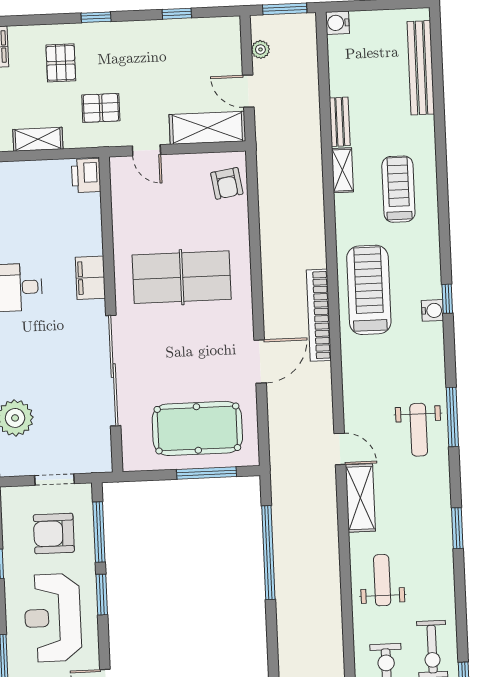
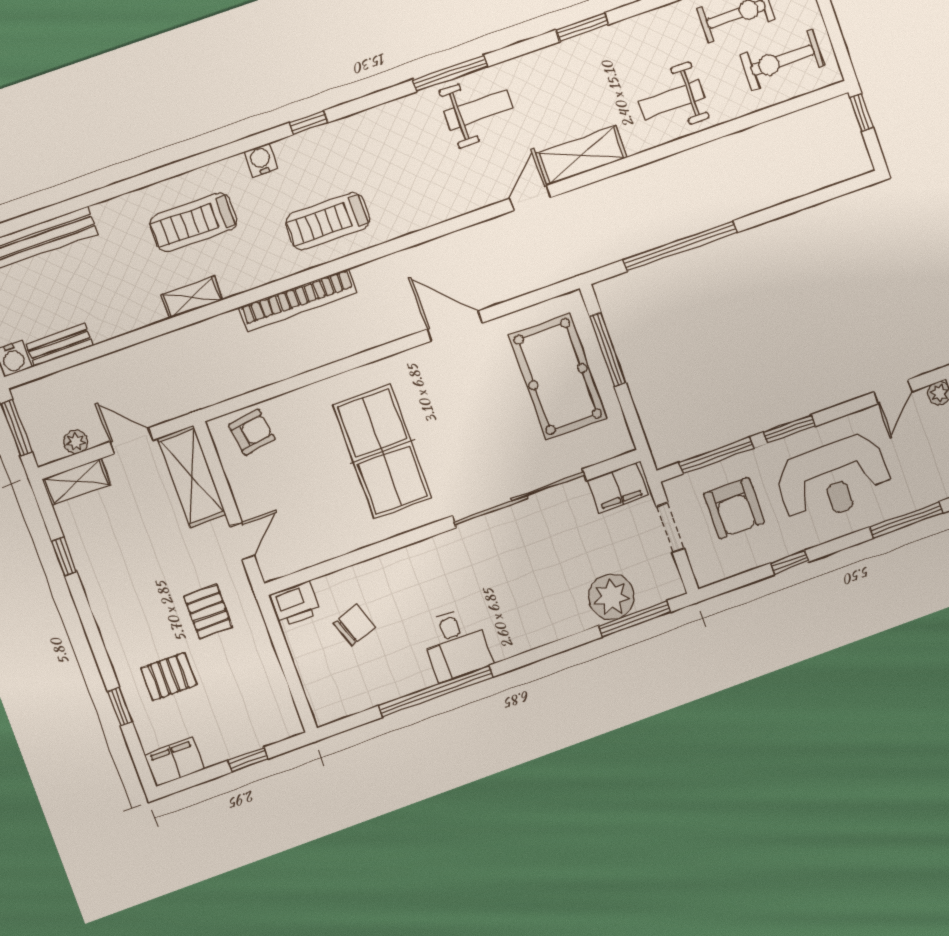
window: (96, 17) -> (120, 707), moved
door: (248, 91) -> (131, 441), swing flipped
bench: (340, 122) -> (60, 345), moved
shelving: (38, 139) -> (76, 482), moved, turned 90
chair: (55, 215) -> (354, 625), added
filing cabinet: (90, 278) -> (618, 488), moved
treadmill: (369, 290) -> (328, 221), width x0.73, depth x0.73
water cooler: (432, 310) -> (261, 160), moved
bookcase: (319, 315) -> (298, 300), moved

